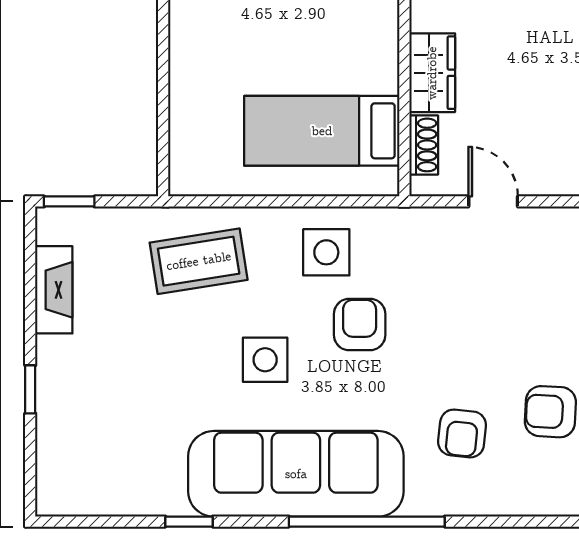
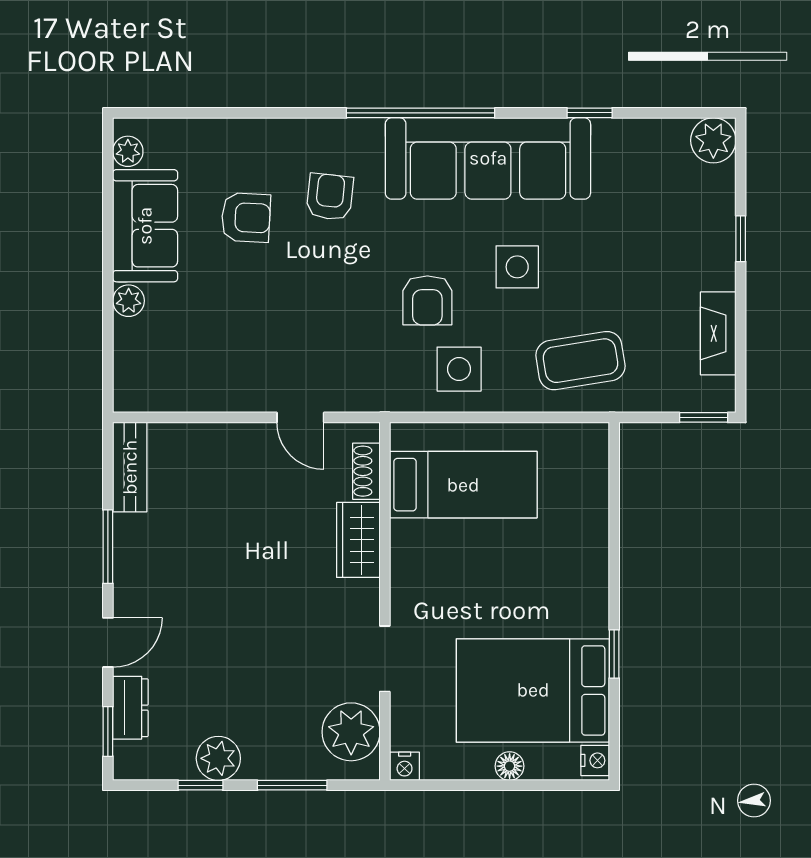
plant: (59, 493) -> (713, 140), added

